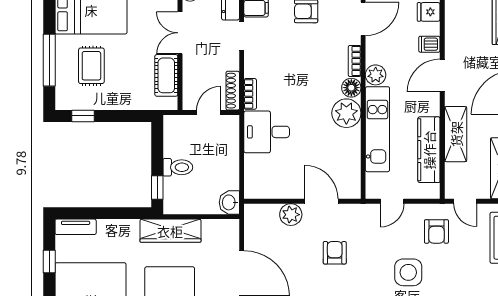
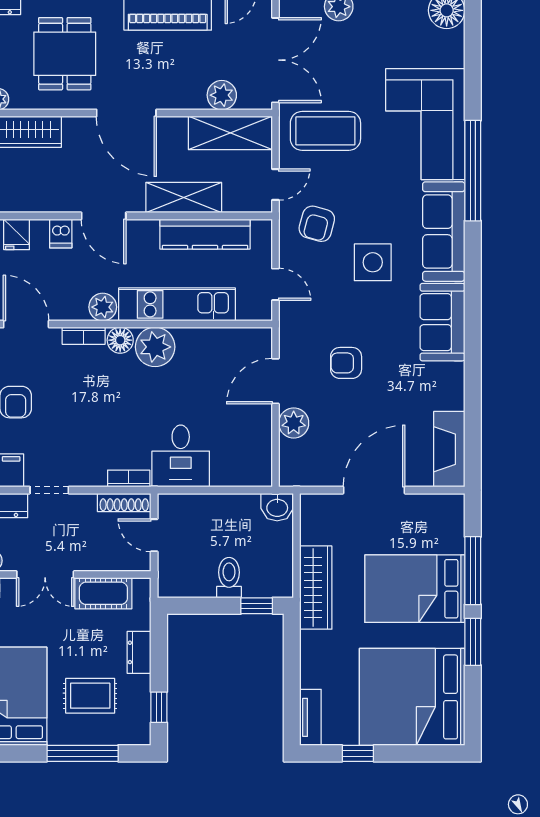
dresser: (123, 102) -> (139, 652), added
armchair: (436, 231) -> (317, 224), turned 105

